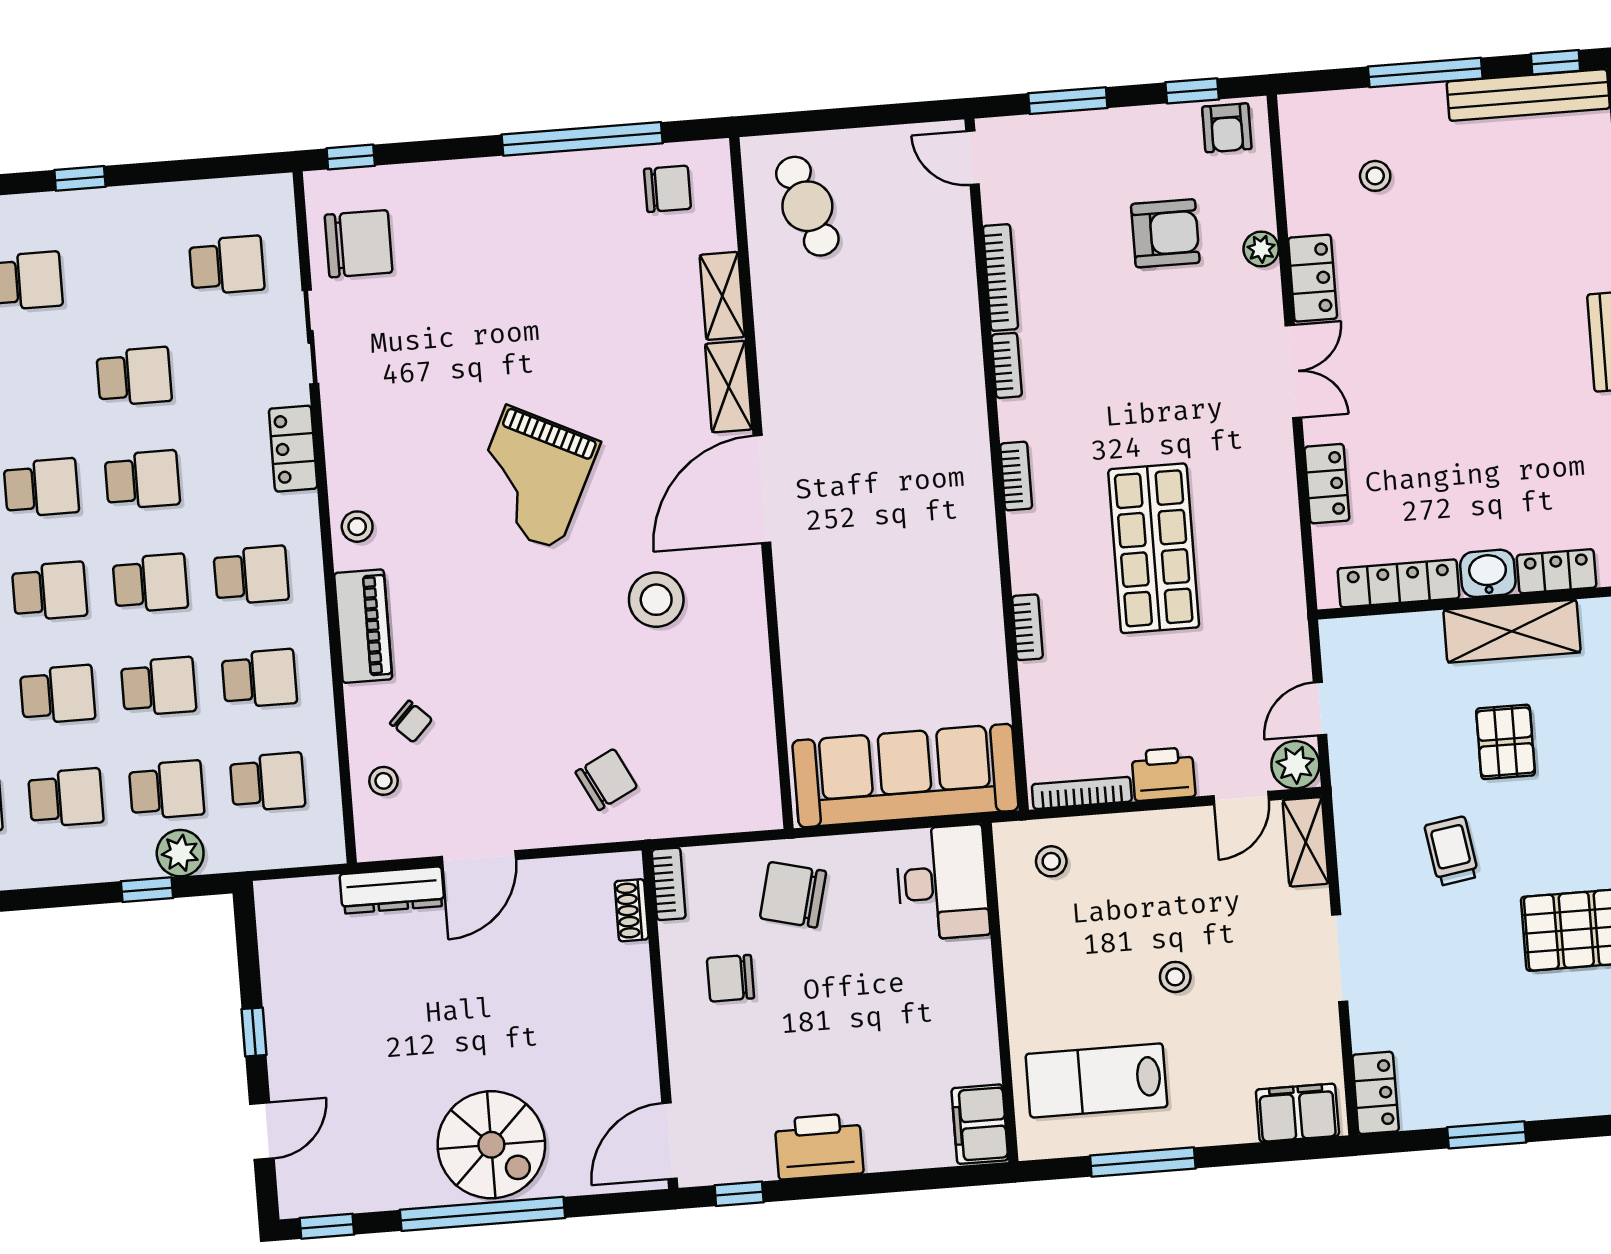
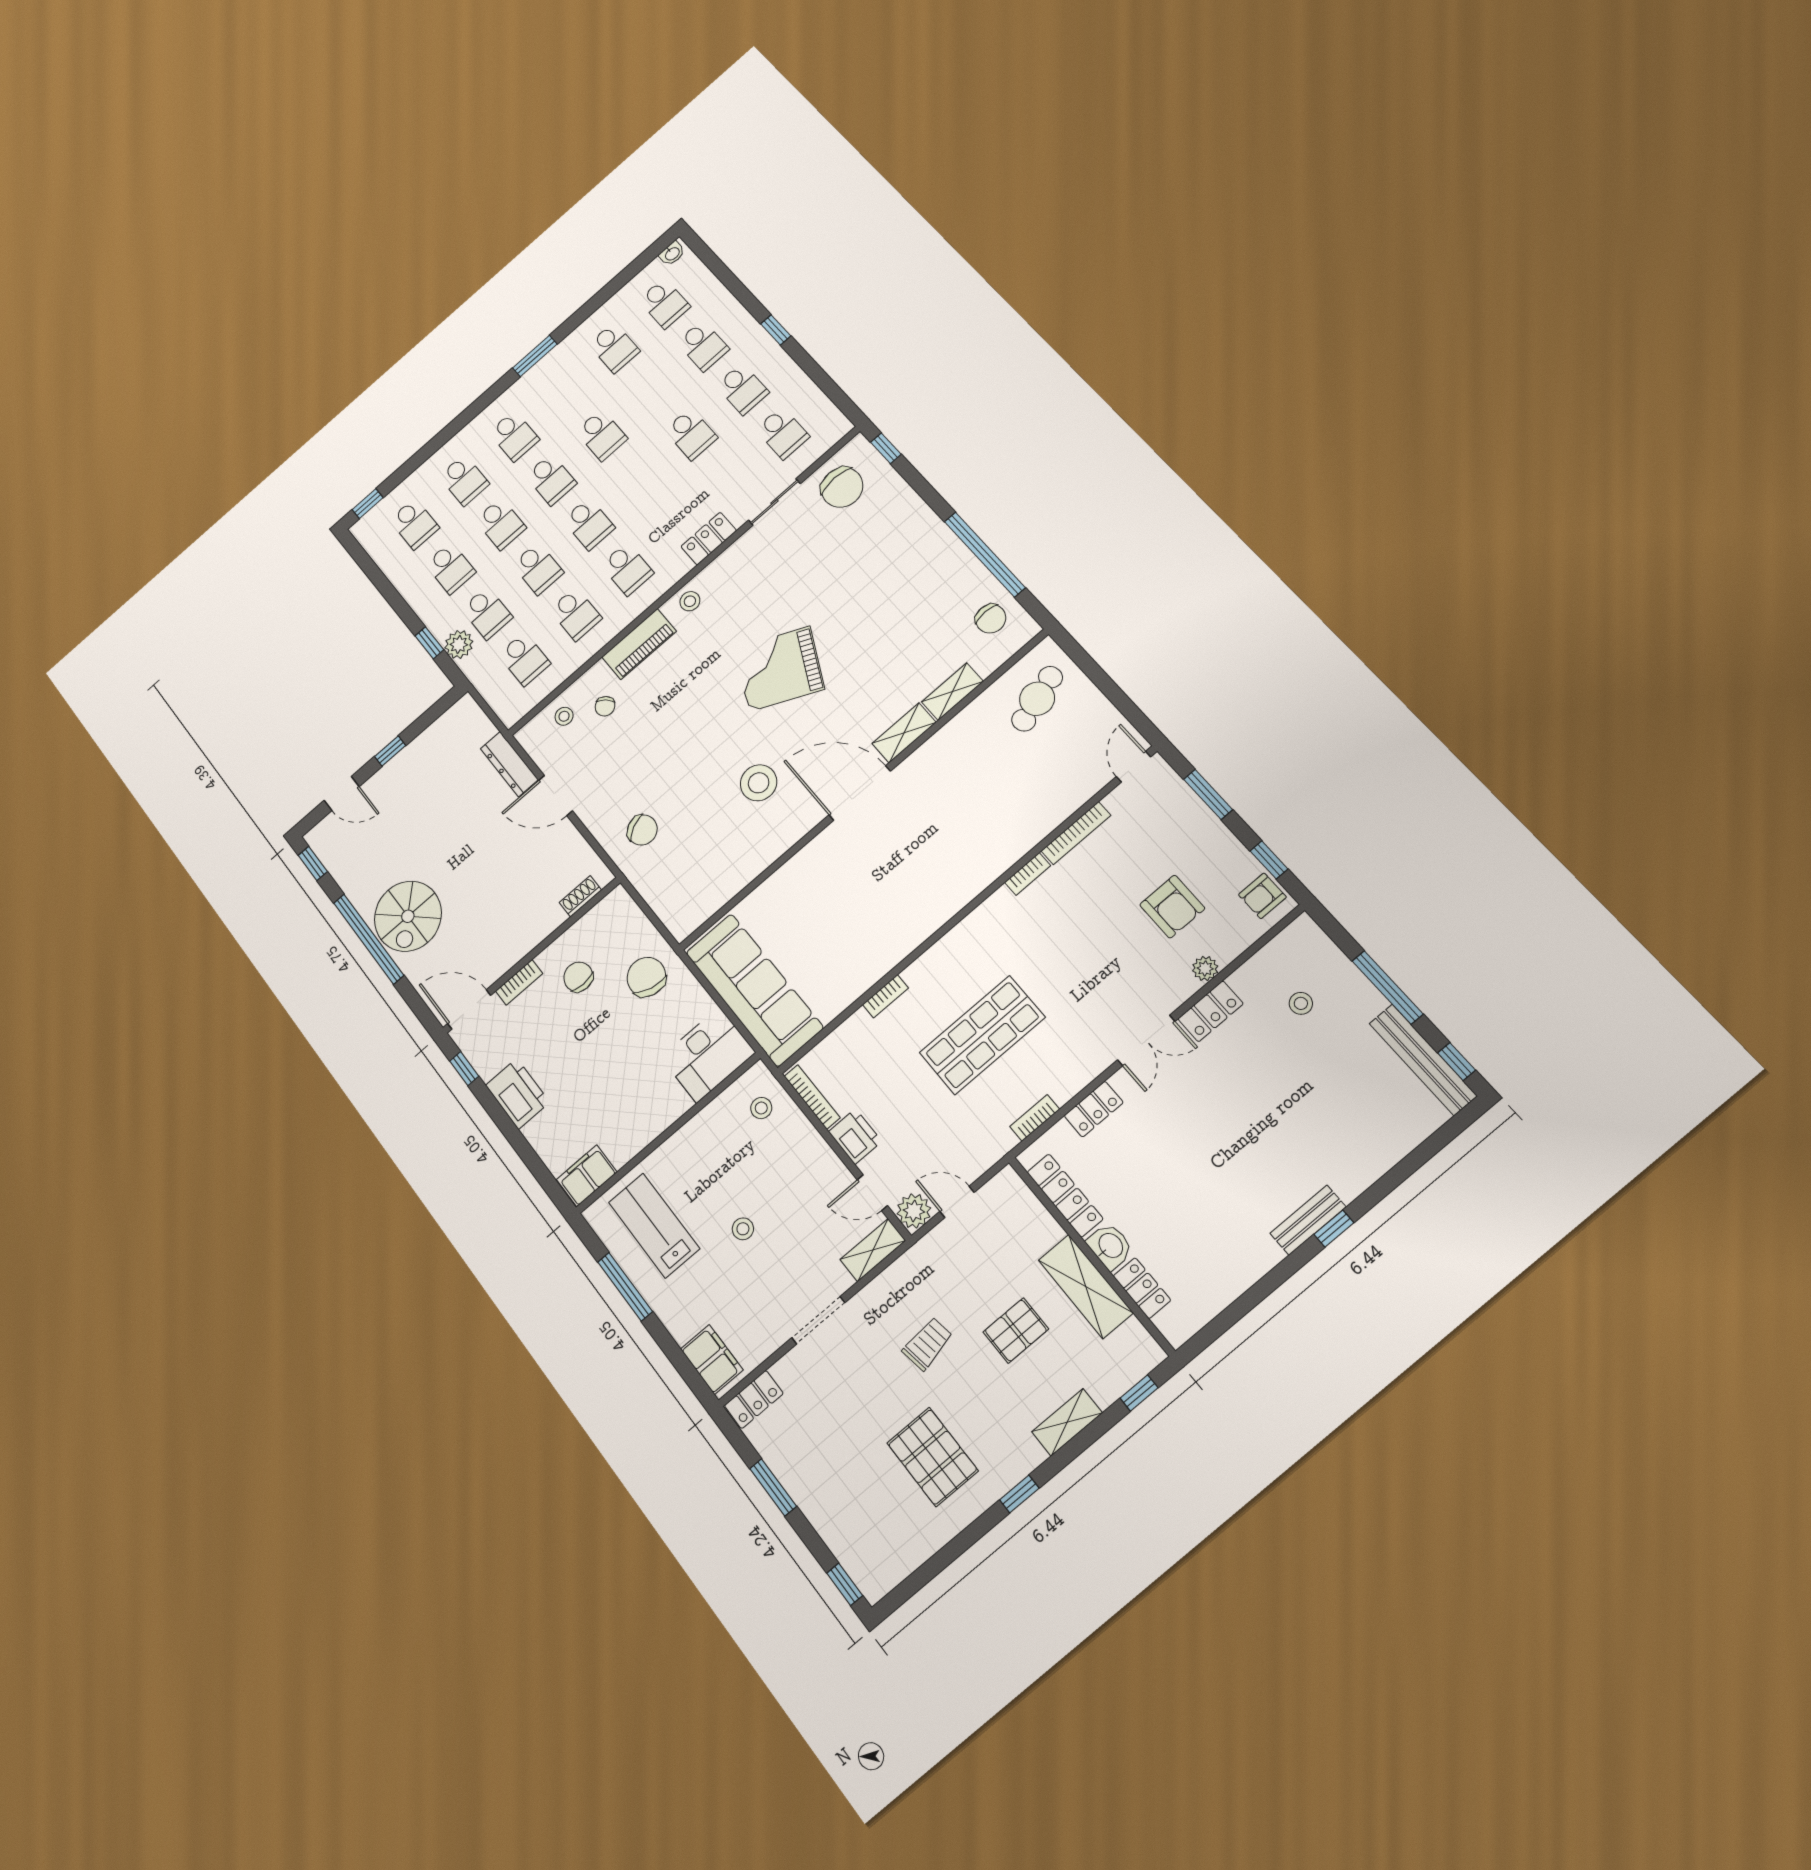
bookcase: (1016, 476) -> (1035, 1118), moved, turned 180
school desk: (142, 480) -> (742, 389), moved
bookcase: (669, 884) -> (519, 982), moved

